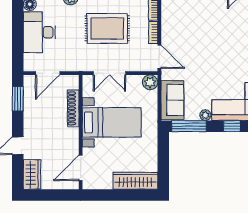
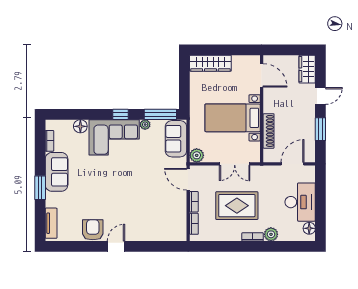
double door: (109, 73) -> (235, 164), swing flipped
window: (18, 99) -> (320, 129), moved
door: (81, 168) -> (262, 75), hinge flipped

